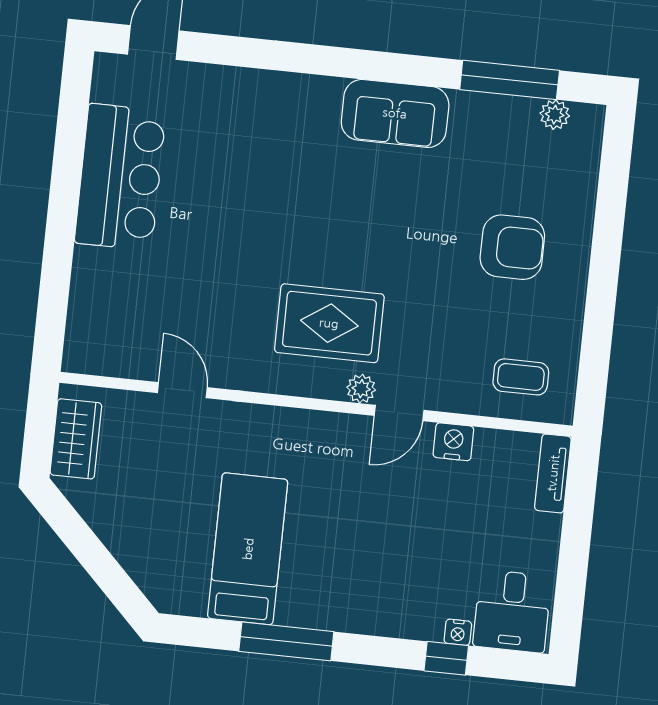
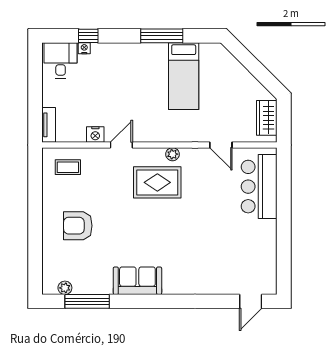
bar counter: (120, 177) -> (259, 187), moved
plant: (361, 389) -> (172, 154), moved

